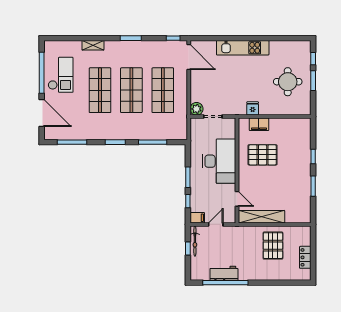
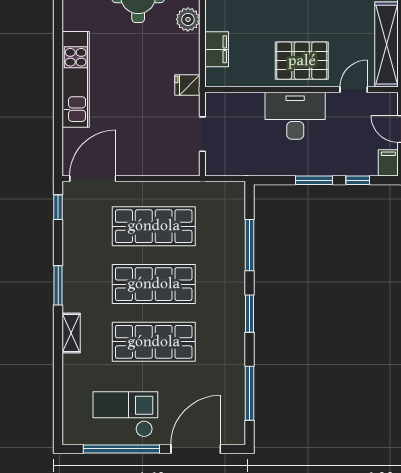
shelving: (93, 45) -> (71, 333), moved
fridge: (253, 108) -> (187, 85), moved
plant: (197, 109) -> (188, 19), moved
pallet: (263, 155) -> (302, 61), moved, turned 90
desk: (219, 161) -> (295, 116), width x0.73, depth x0.77

